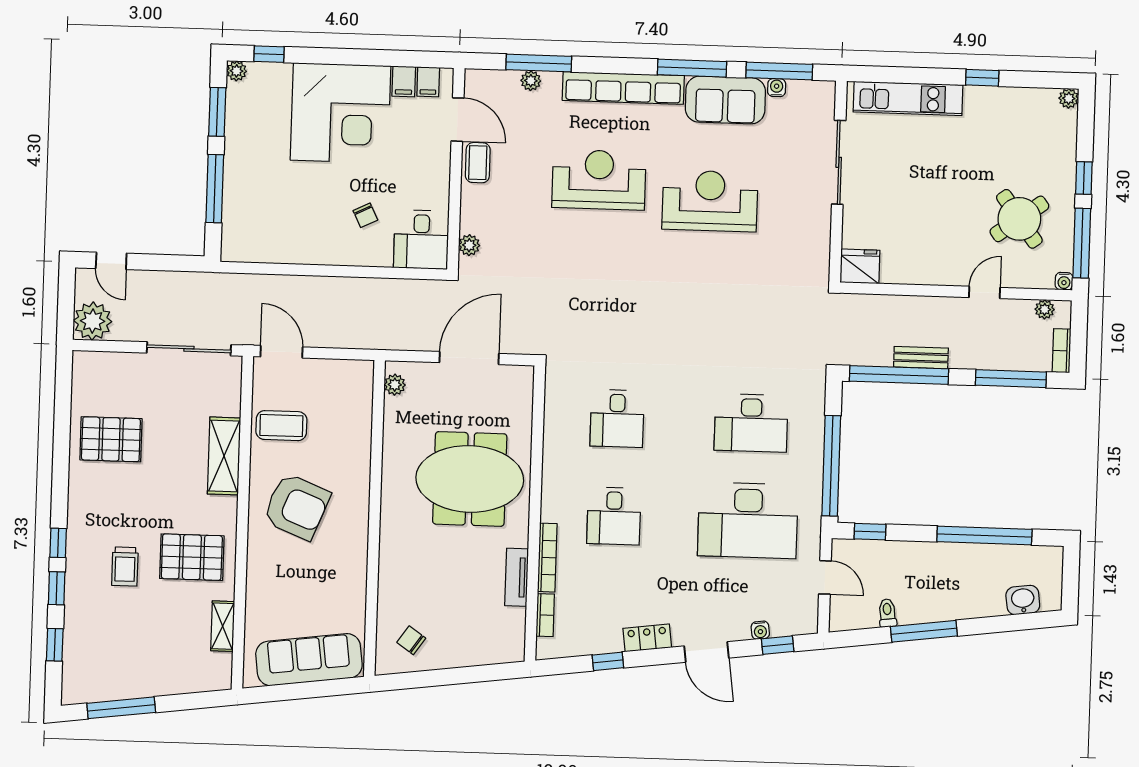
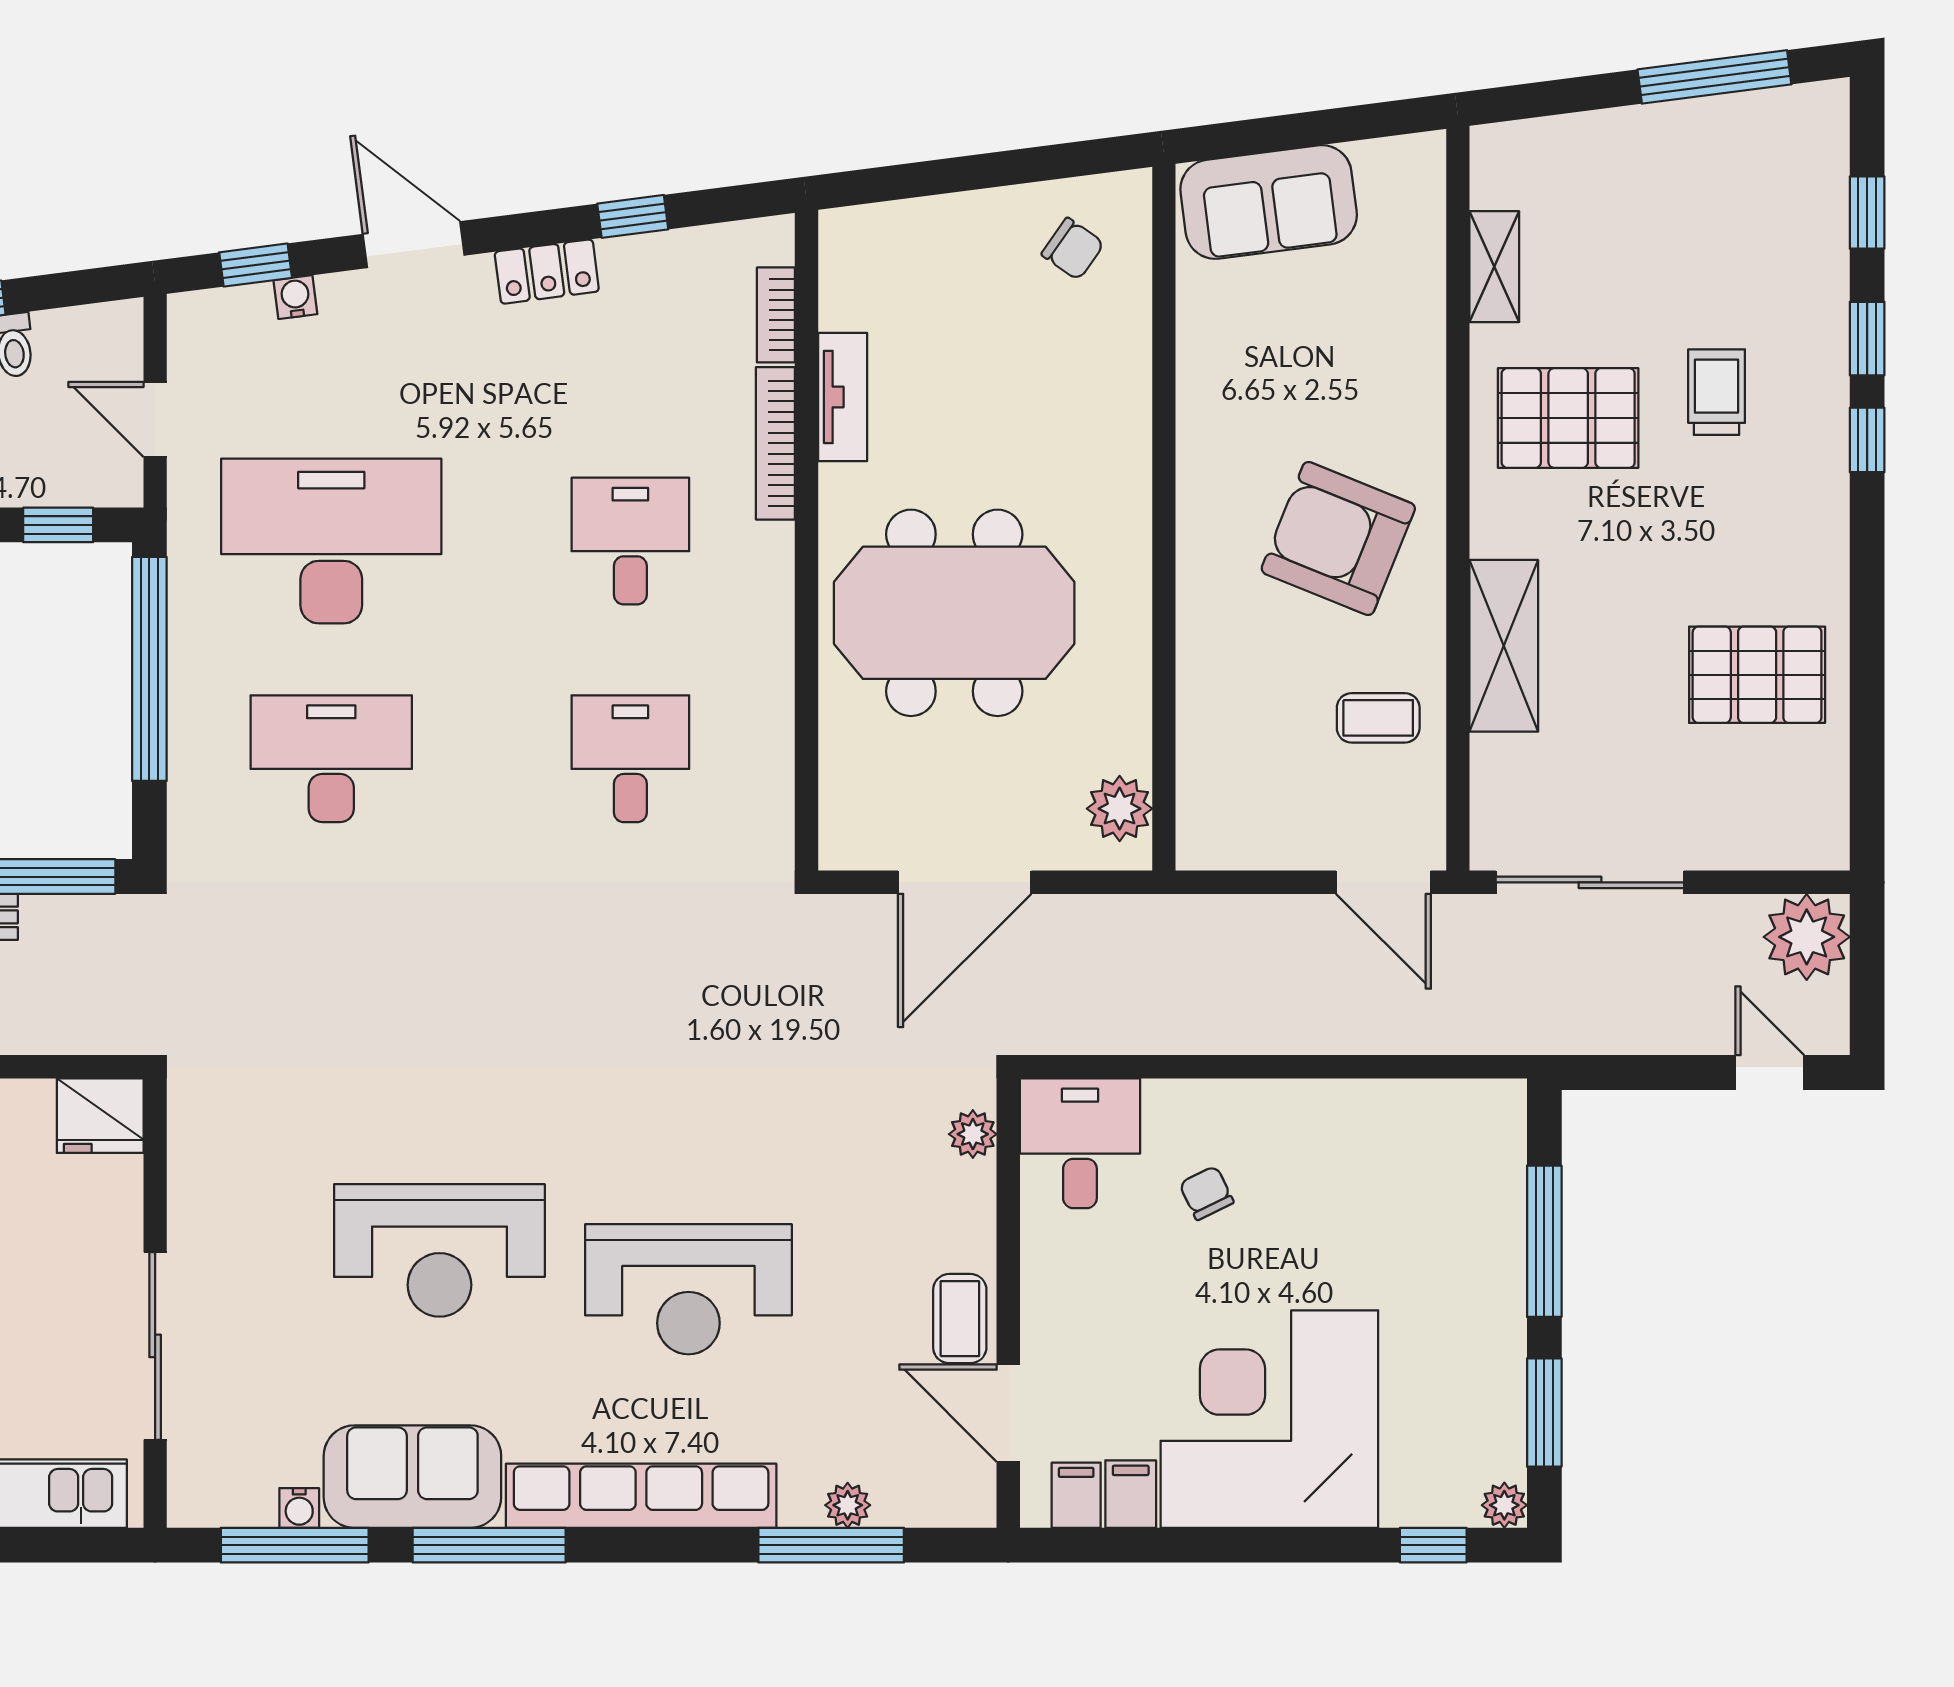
plant: (395, 385) -> (1120, 809), width x1.38, depth x1.38
coffee table: (281, 426) -> (1378, 718), width x0.73, depth x0.77
sofa: (309, 660) -> (1269, 202), width x0.73

